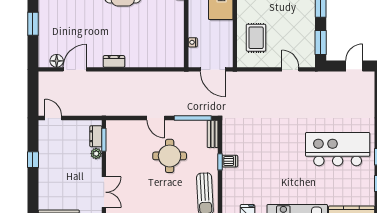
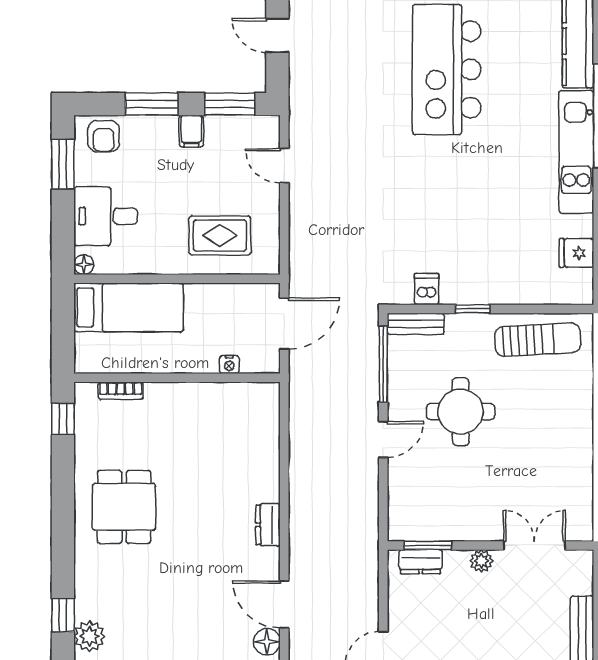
filing cabinet: (307, 24) -> (191, 131), added
door: (290, 69) -> (284, 166), hinge flipped
plant: (96, 154) -> (481, 561), moved
dishwasher: (230, 161) -> (427, 289), moved

